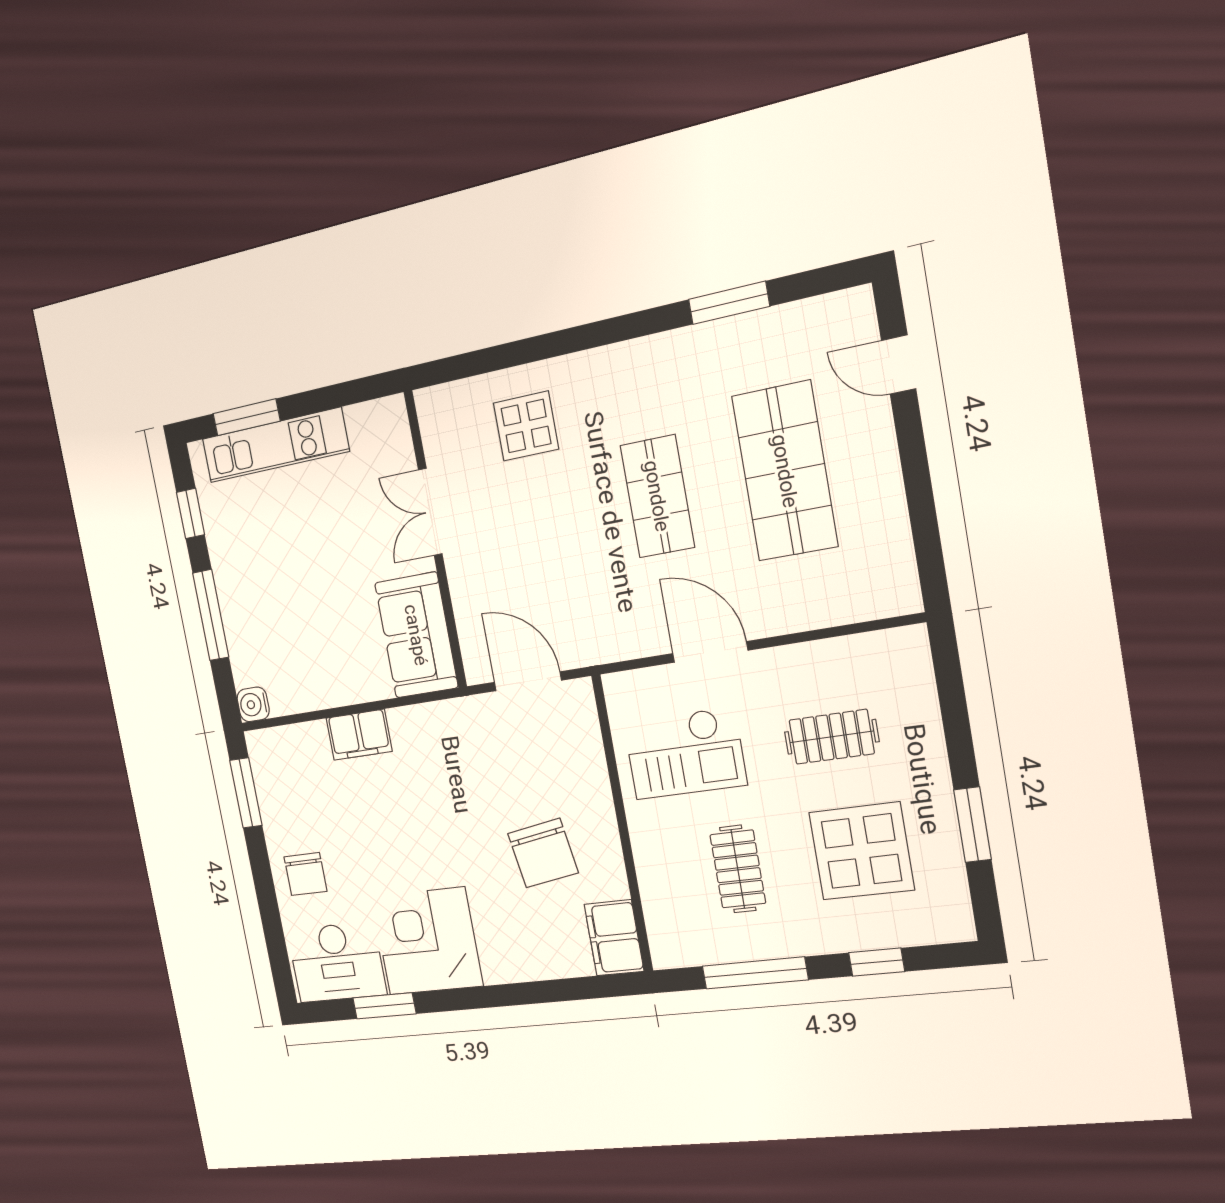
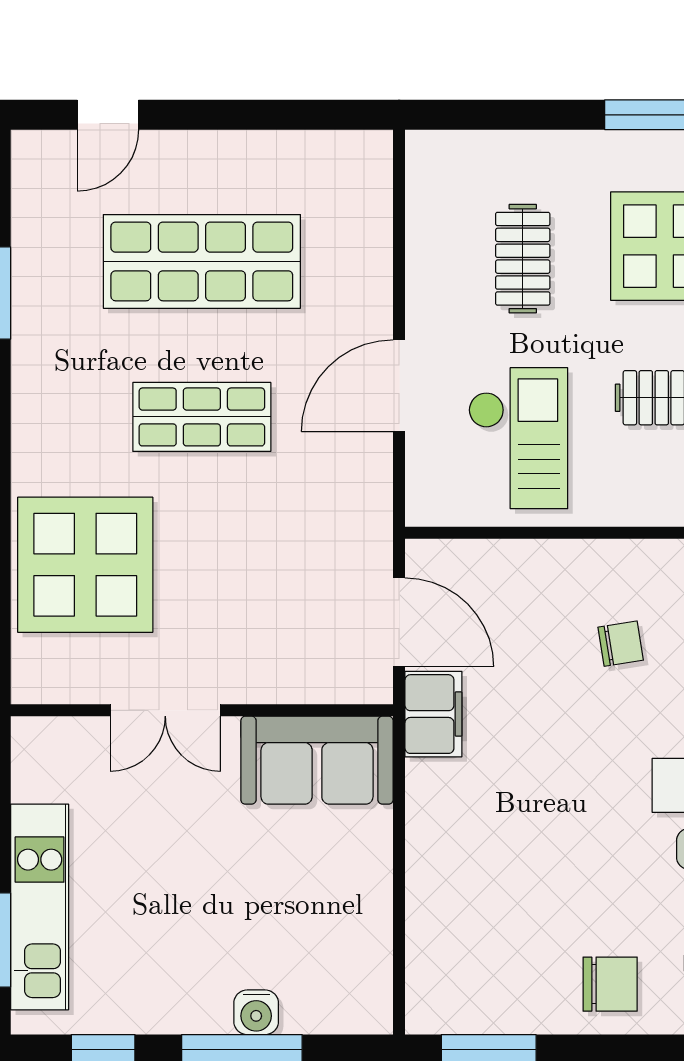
display table: (526, 426) -> (85, 565), width x1.86, depth x1.86
door: (528, 681) -> (399, 622), swing flipped
water cooler: (253, 704) -> (256, 1012), moved
filing cabinet: (359, 735) -> (433, 714), moved
chair: (543, 853) -> (621, 644), width x0.54, depth x0.54

